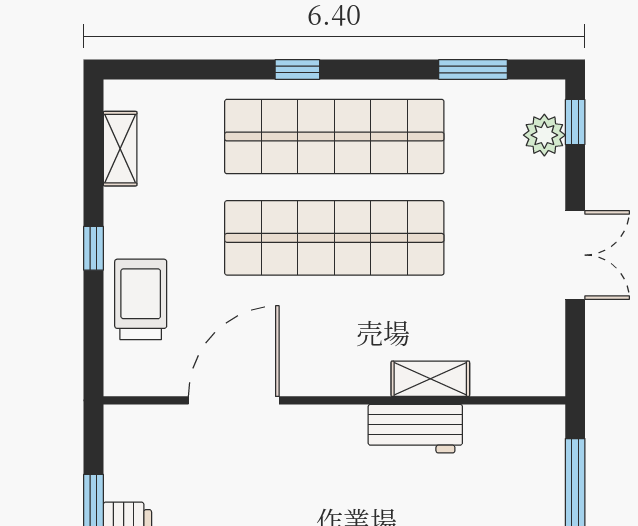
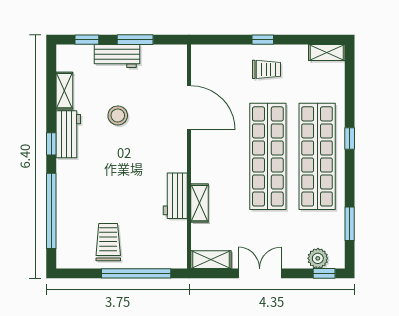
shelving: (120, 149) -> (327, 52), moved
double door: (575, 255) -> (260, 273), swing flipped
trolley: (141, 299) -> (267, 69), moved, width x0.73, depth x0.72
shelving: (547, 355) -> (211, 260), added

